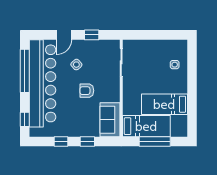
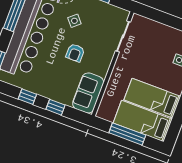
armchair: (87, 91) -> (75, 53), turned -90
bed: (146, 126) -> (143, 121), moved, turned 180

